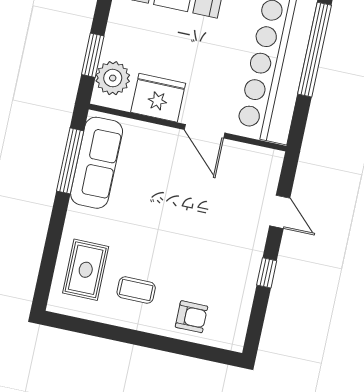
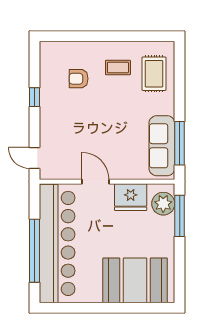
window: (93, 55) -> (180, 216), width x1.44
door: (280, 212) -> (34, 158), moved
armchair: (191, 317) -> (79, 79), moved

